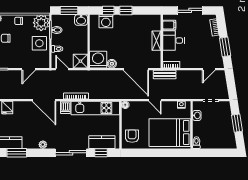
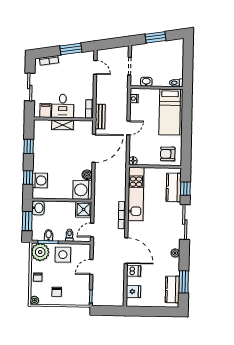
window: (126, 10) -> (29, 146), moved
door: (29, 69) -> (91, 267), swing flipped
door: (44, 100) -> (126, 251), hinge flipped
dishwasher: (65, 107) -> (134, 271), moved
bed: (170, 133) -> (170, 112), width x0.67

